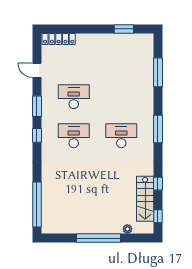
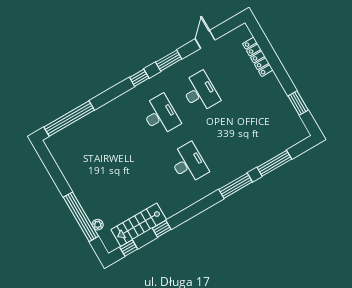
locker: (59, 39) -> (258, 57), moved
window: (158, 129) -> (236, 186), moved
window: (98, 238) -> (81, 217), moved

